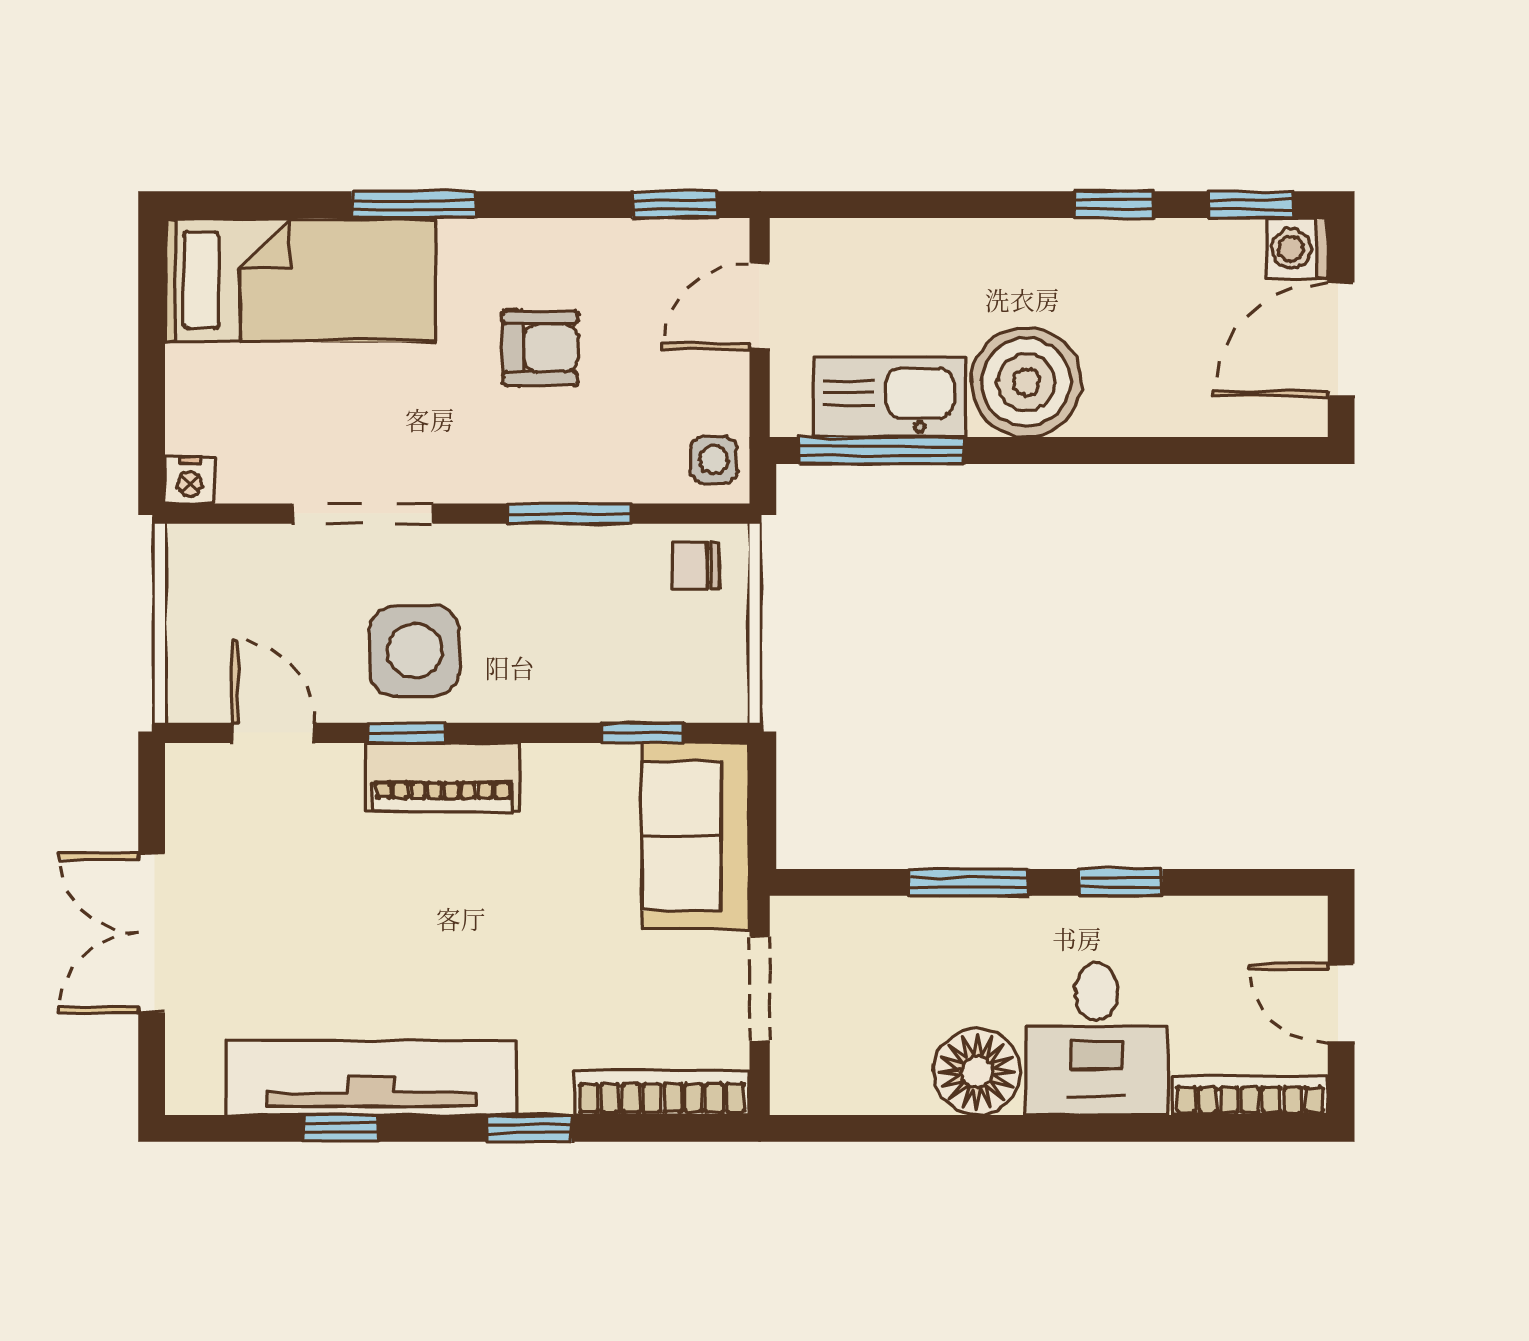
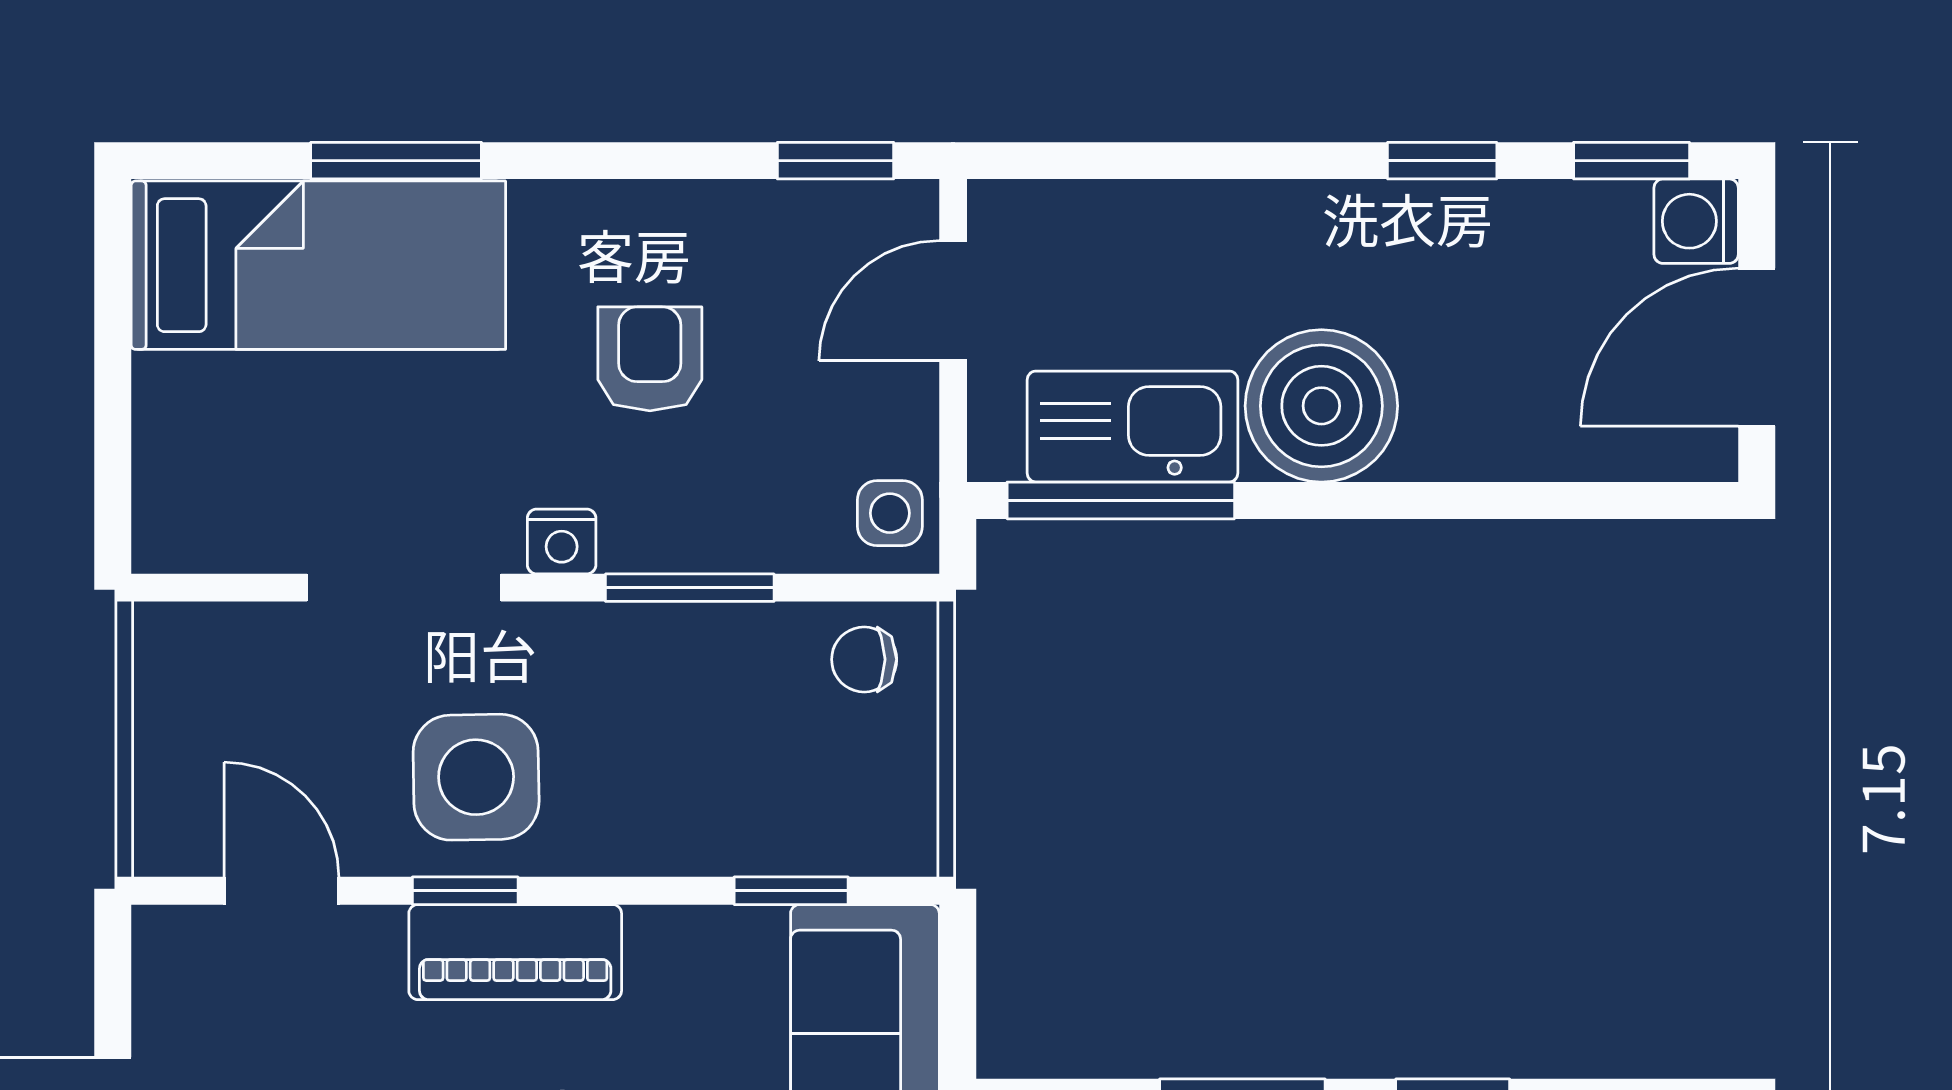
window: (414, 205) -> (396, 161), moved
armchair: (540, 348) -> (650, 359), turned -90
nightstand: (190, 480) -> (562, 542), moved

